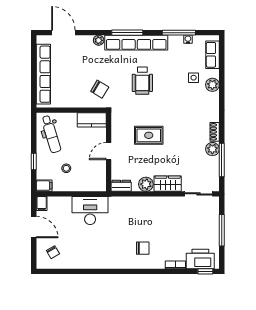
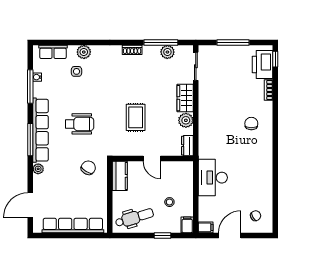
plant: (212, 149) -> (167, 52), moved

